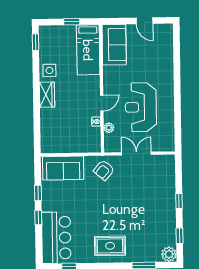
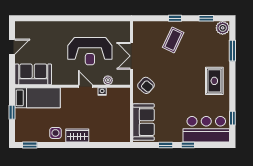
coffee table: (155, 199) -> (173, 40), added

